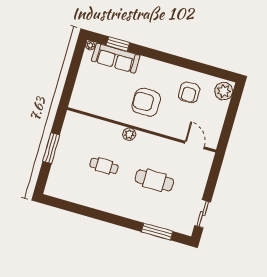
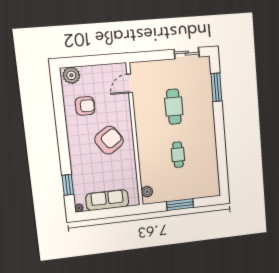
sofa: (116, 58) -> (107, 200), moved, turned -90
armchair: (146, 102) -> (109, 140), turned -124
plant: (129, 134) -> (147, 192), moved

